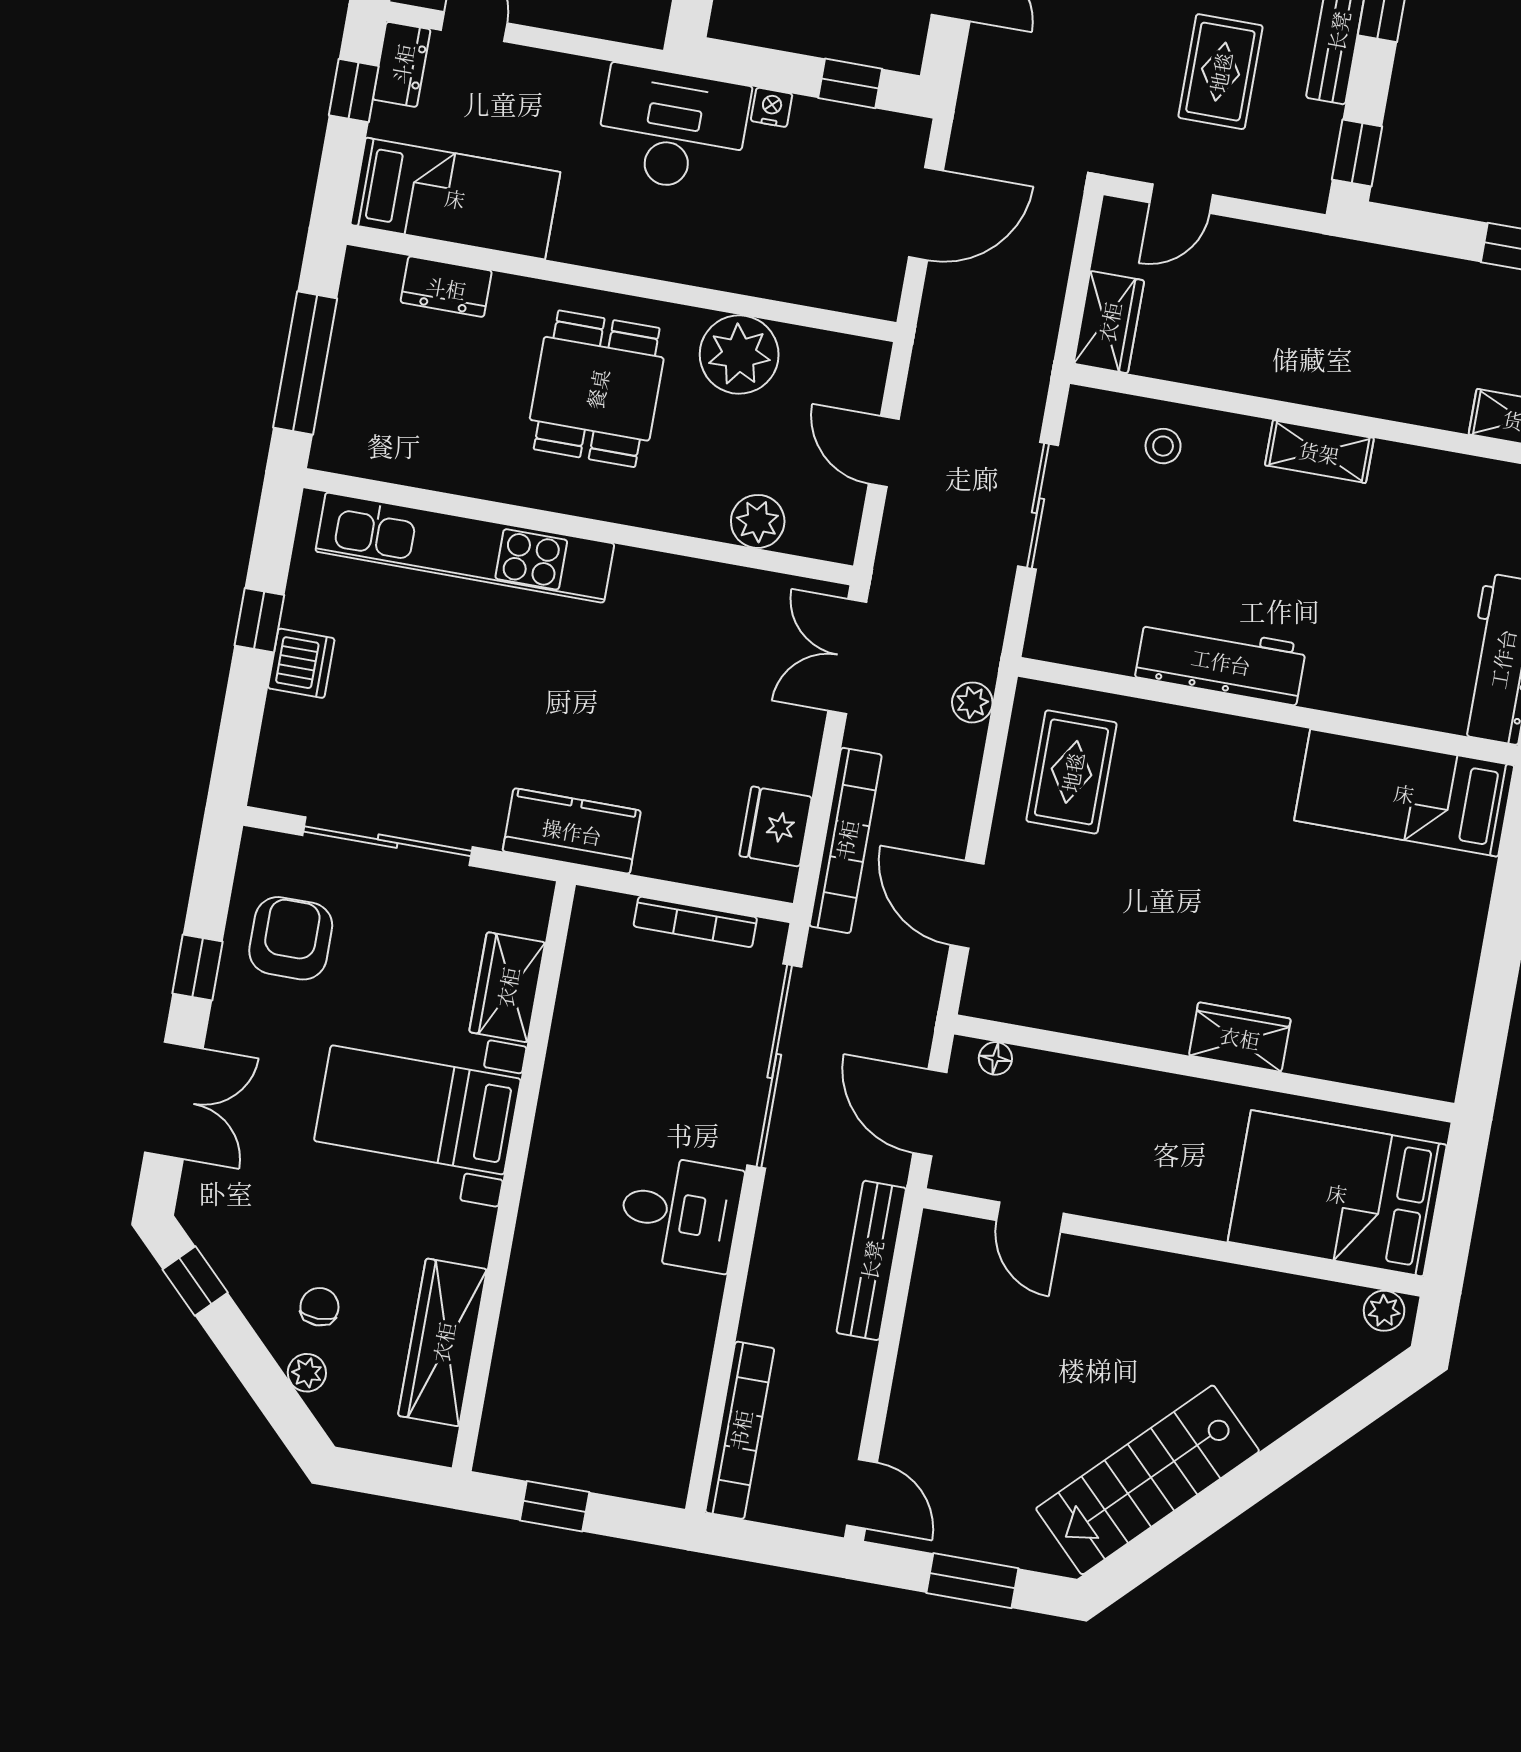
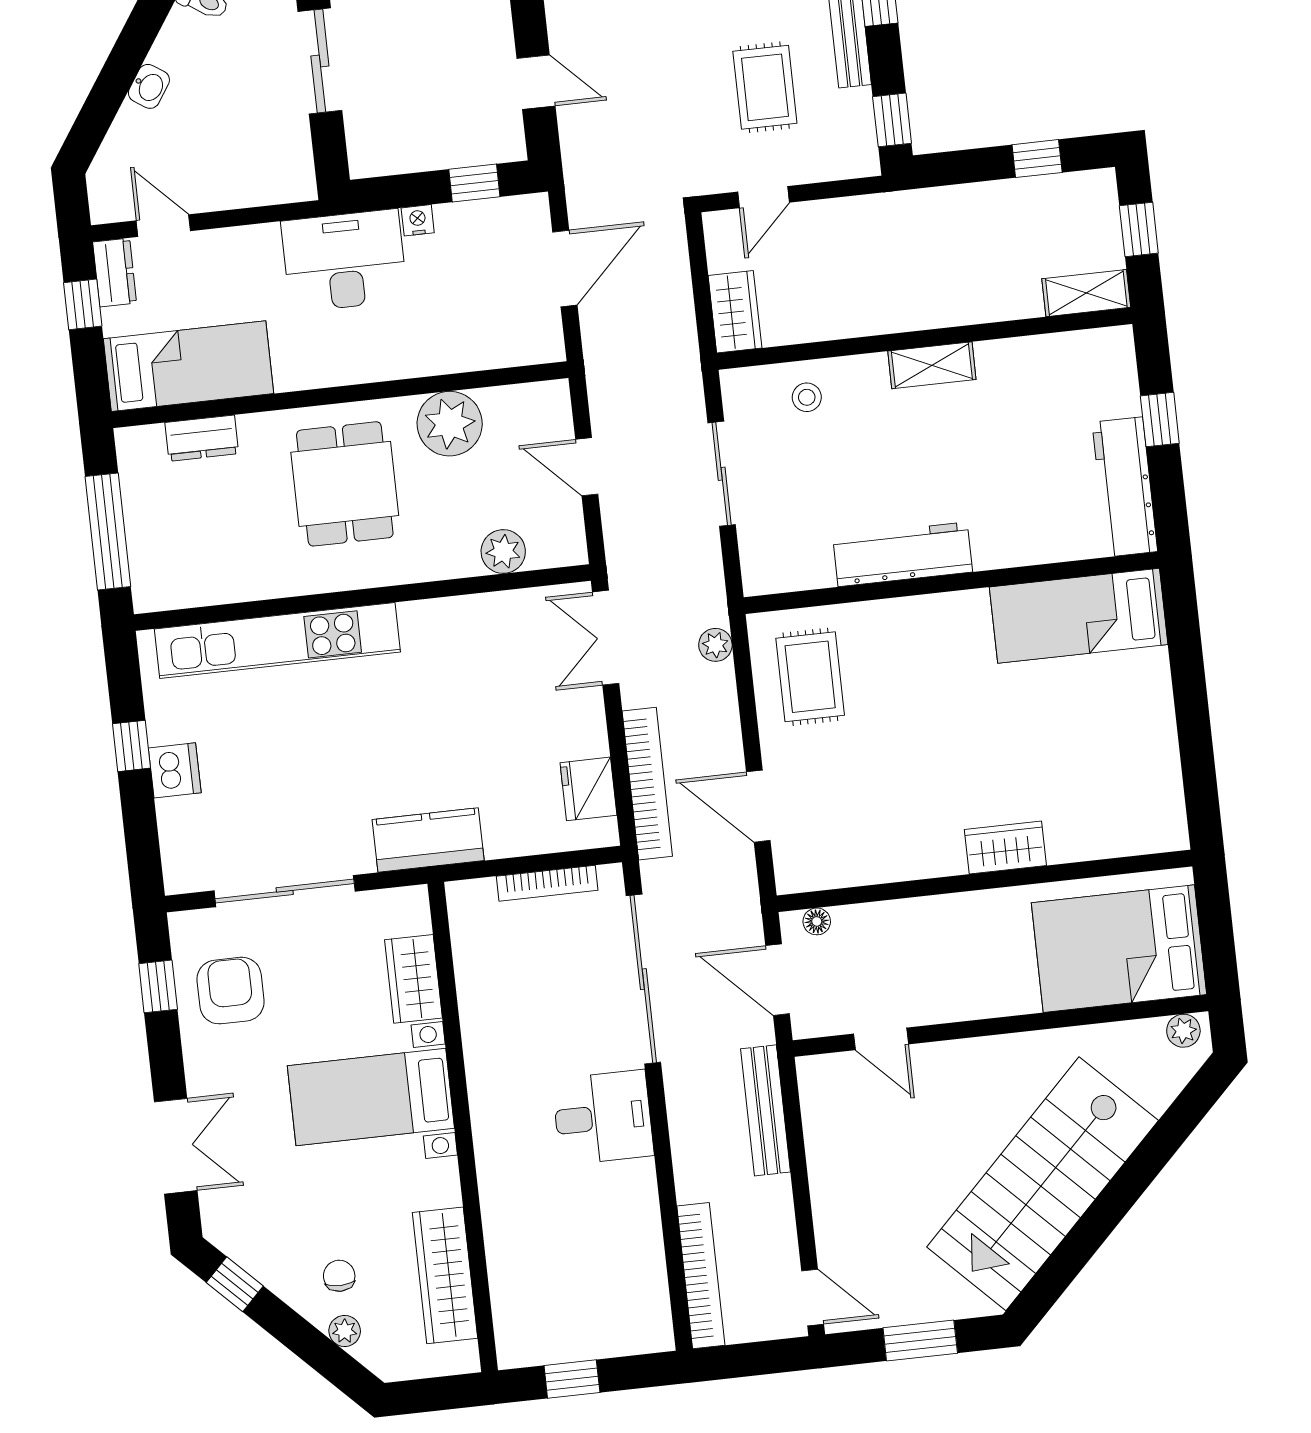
window: (197, 967) -> (158, 986), moved
stairs: (1148, 1480) -> (1043, 1184), width x1.36, depth x1.51

